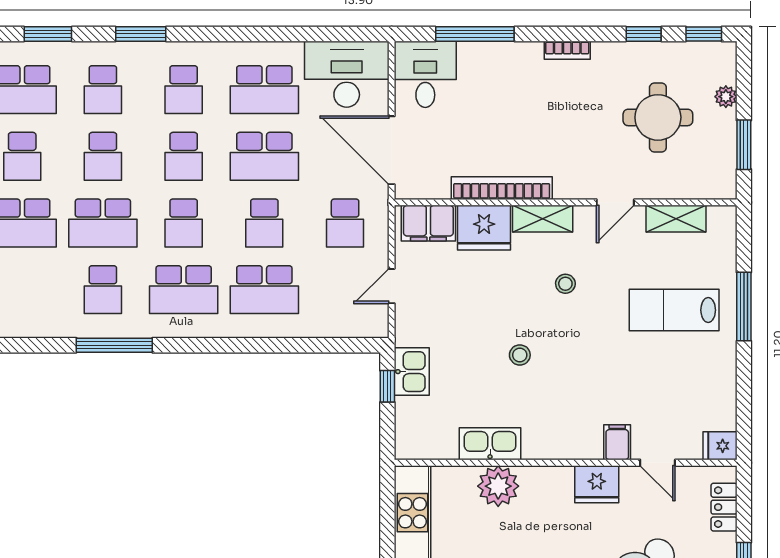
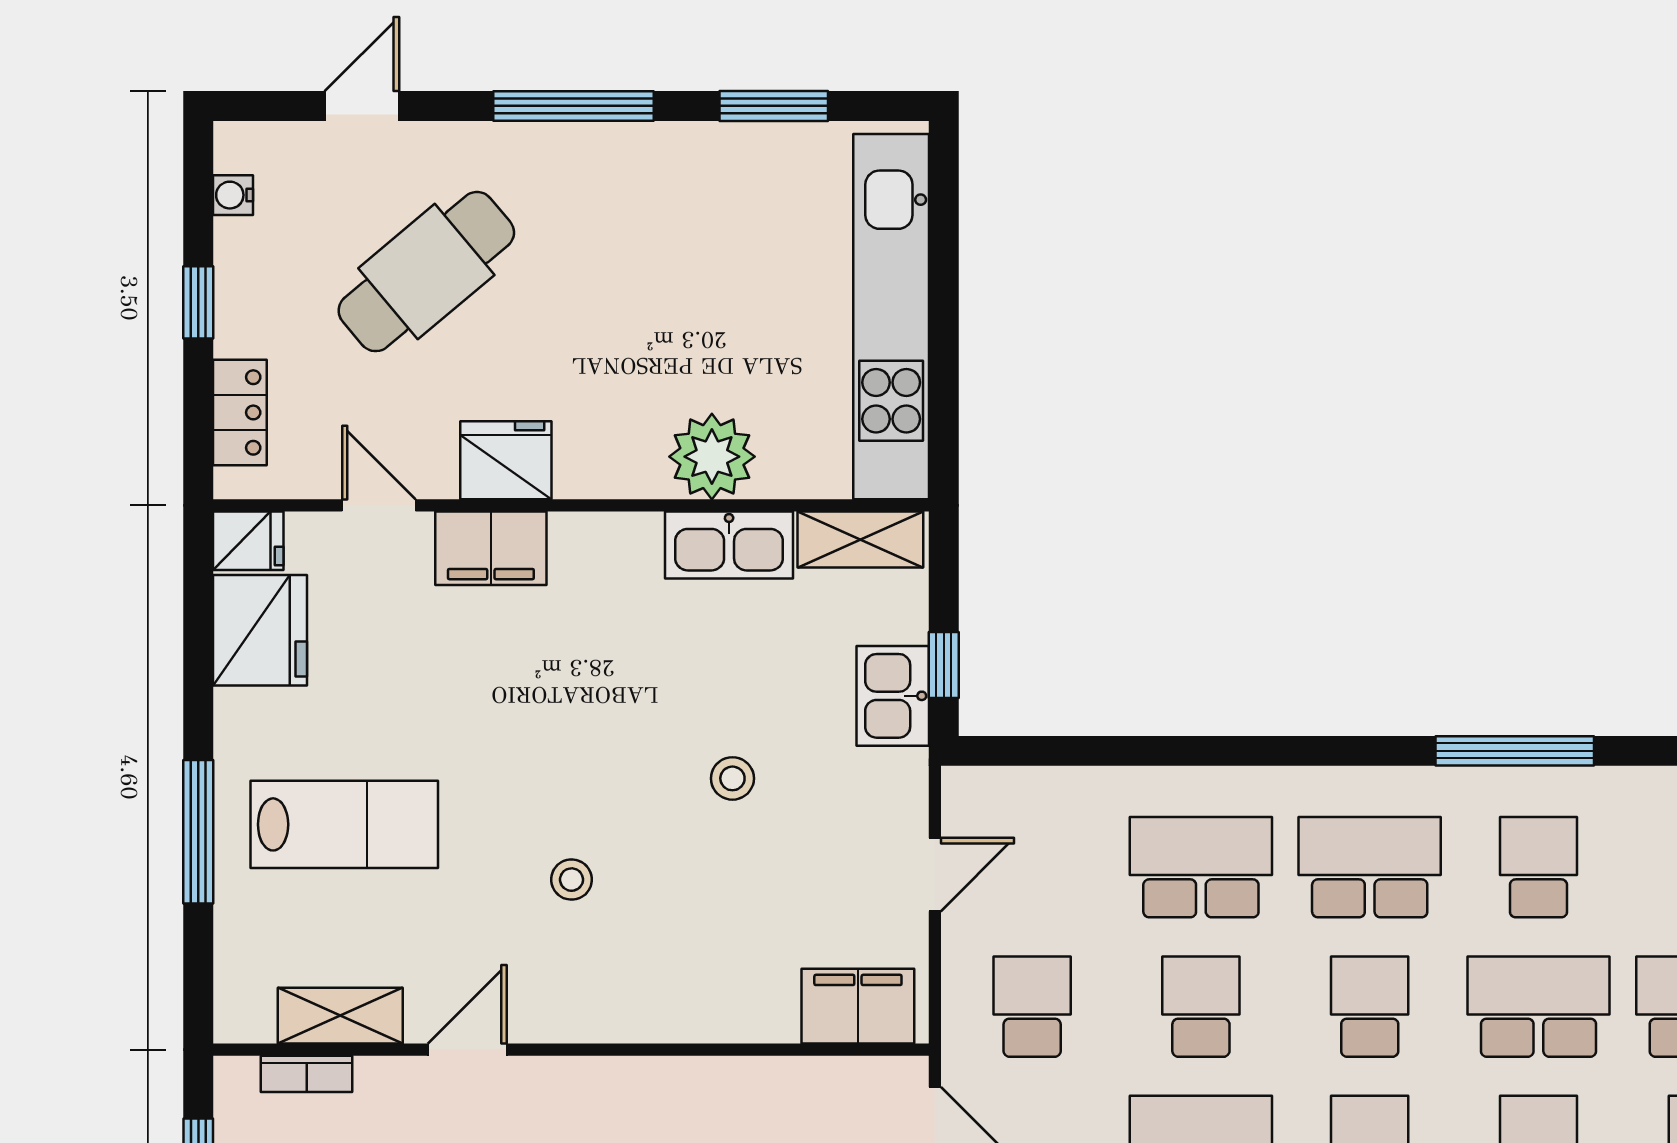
bookcase: (502, 188) -> (307, 1074), moved, width x0.43, depth x0.76
shelving: (543, 219) -> (860, 539), moved
fridge: (484, 228) -> (260, 630), moved, turned 90
stool: (520, 355) -> (732, 778), moved
filing cabinet: (617, 442) -> (491, 548), width x2.00

